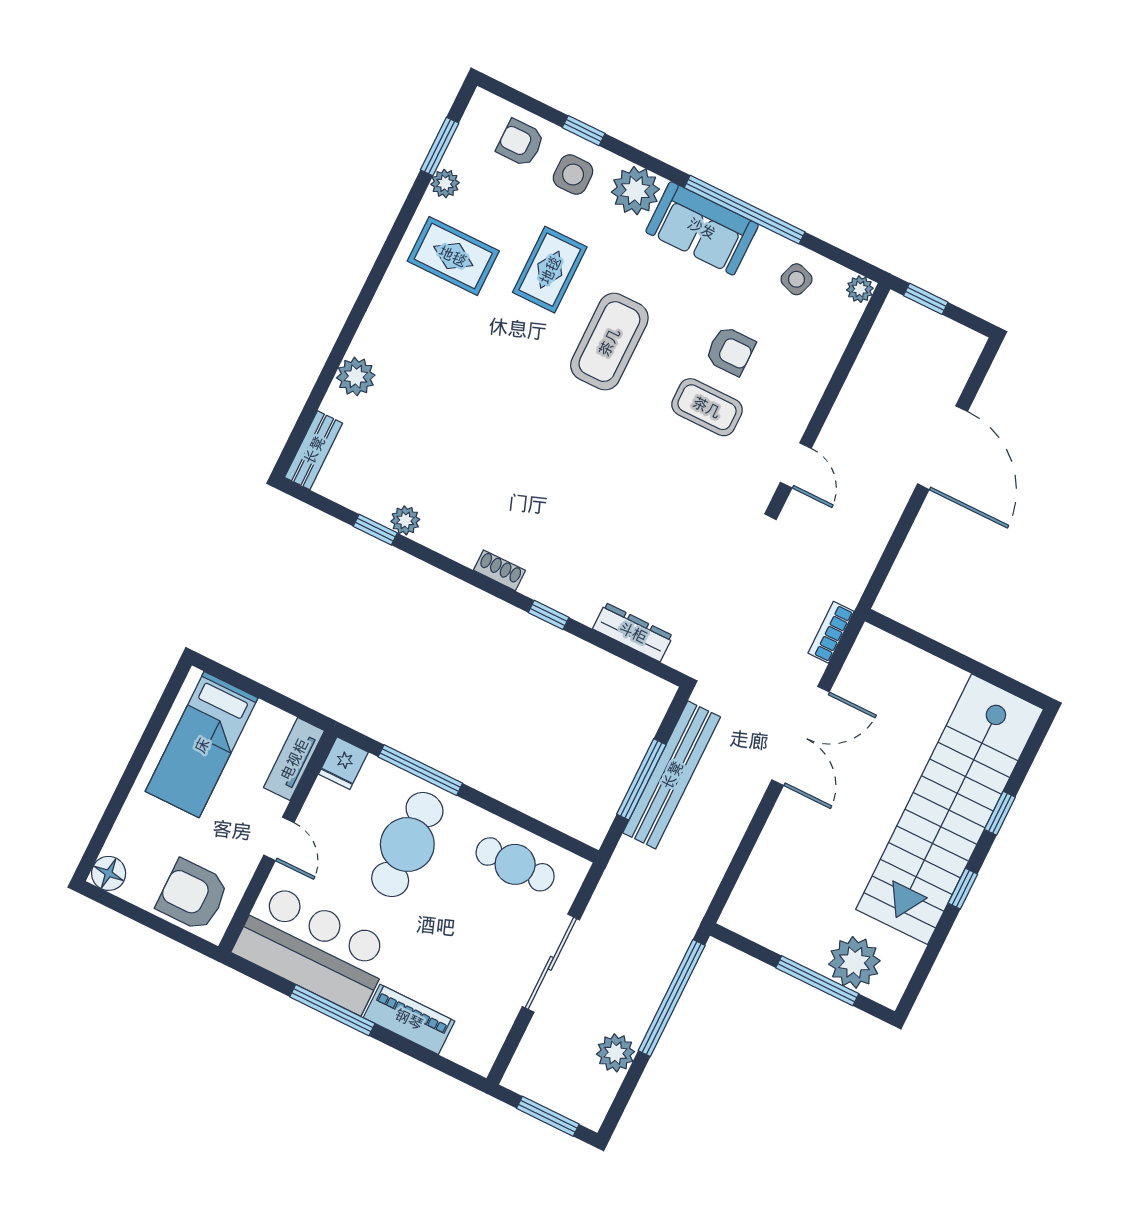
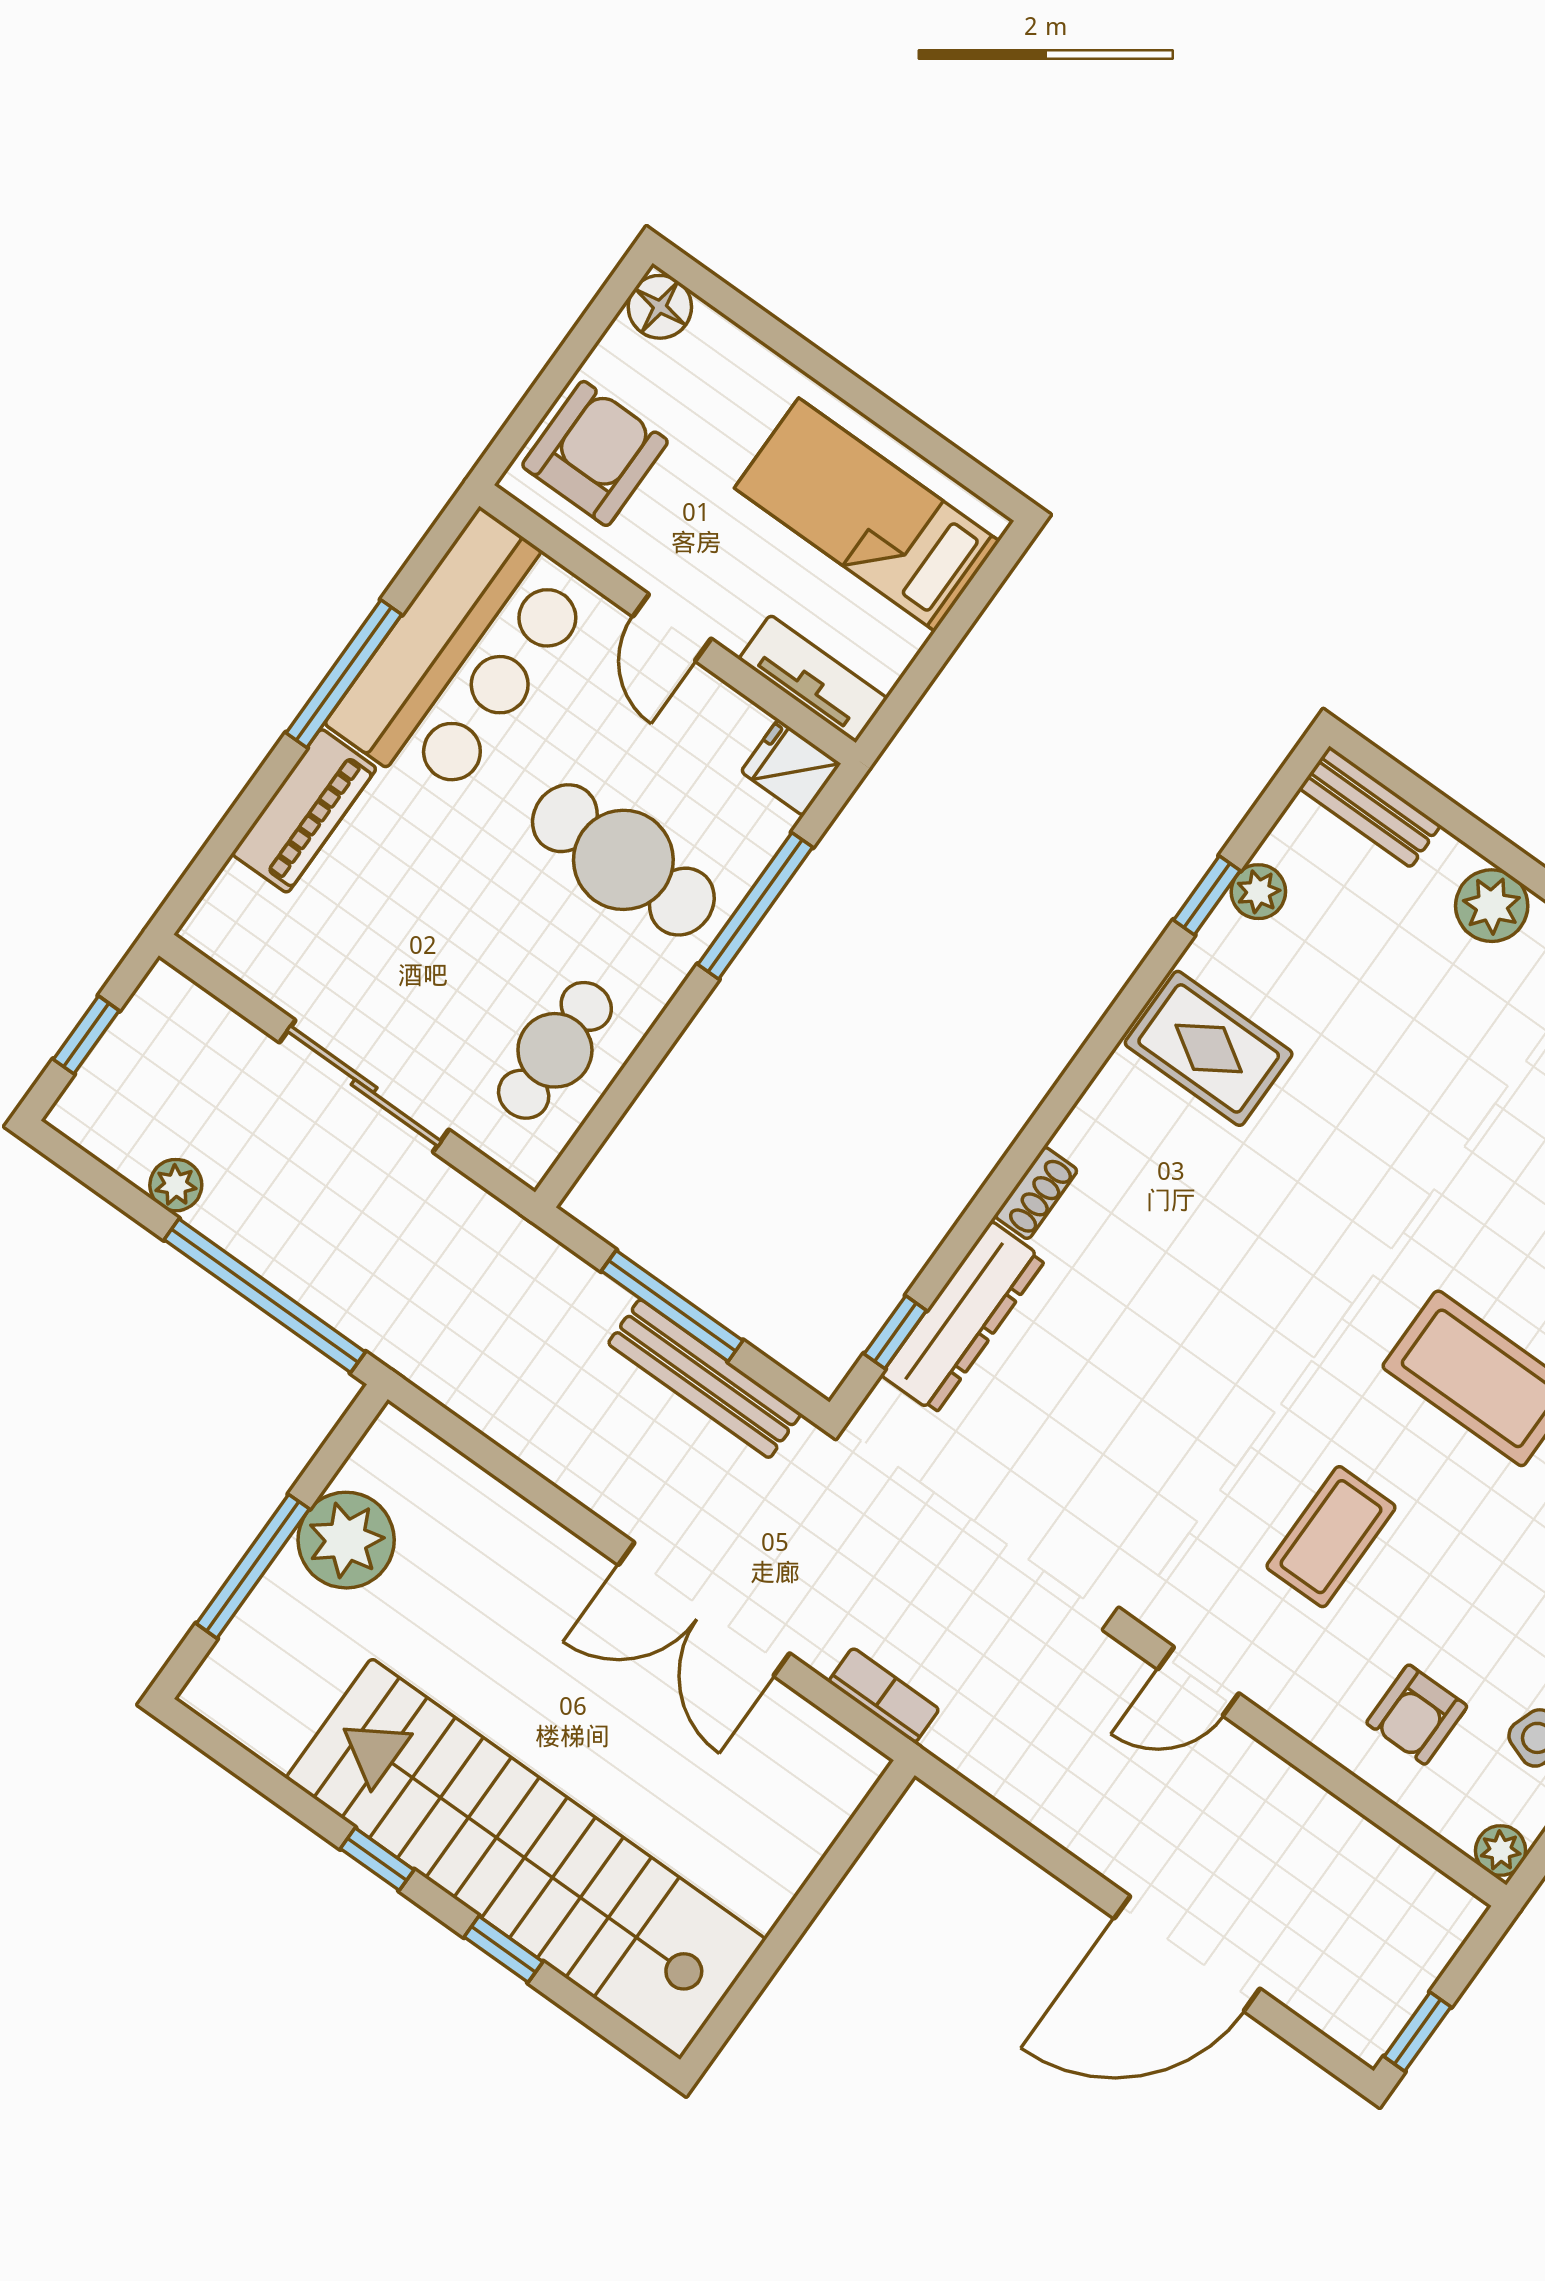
window: (926, 299) -> (1417, 2032), moved
armchair: (730, 351) -> (1417, 1715), moved
rug: (457, 515) -> (1209, 1048), added
plant: (405, 520) -> (1258, 892), moved
shoe rack: (499, 570) -> (1036, 1193), moved
window: (549, 615) -> (895, 1332), moved
dresser: (633, 632) -> (963, 1317), width x1.37, depth x1.24
bench: (672, 775) -> (705, 1379), width x0.73, depth x0.82
door: (279, 839) -> (672, 627), hinge flipped
plant: (854, 962) -> (346, 1540), moved
plant: (616, 1053) -> (176, 1185), width x0.73, depth x0.73
window: (548, 1116) -> (86, 1035), width x0.67

